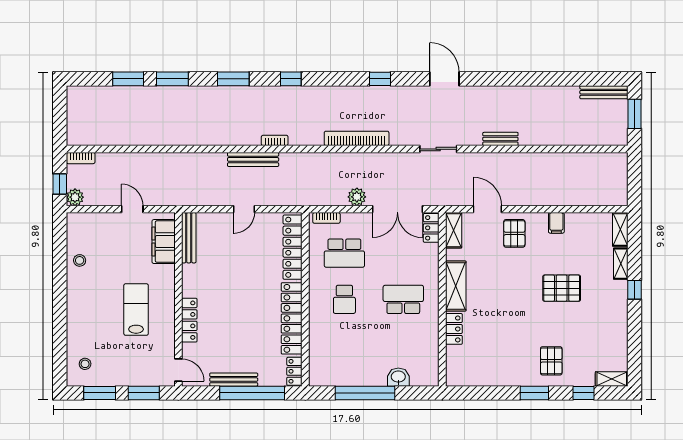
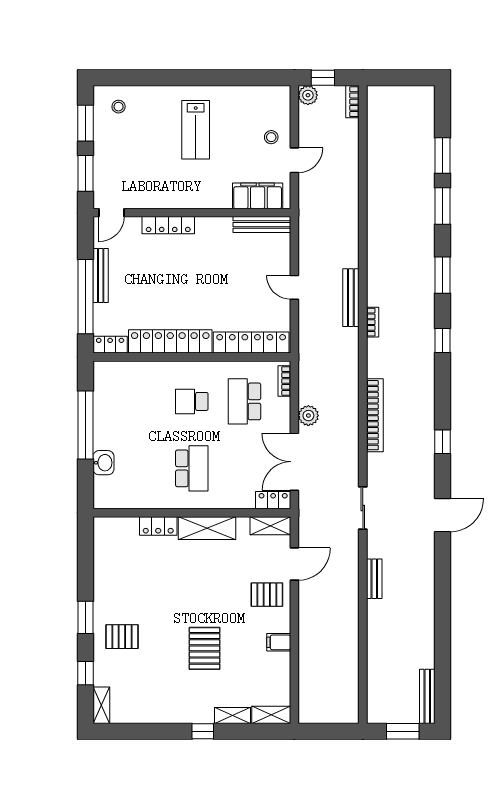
stool: (80, 260) -> (271, 137), moved
lab bench: (136, 310) -> (196, 130), moved, turned 90

